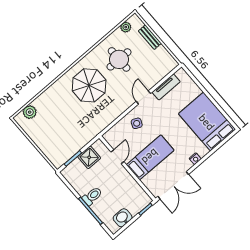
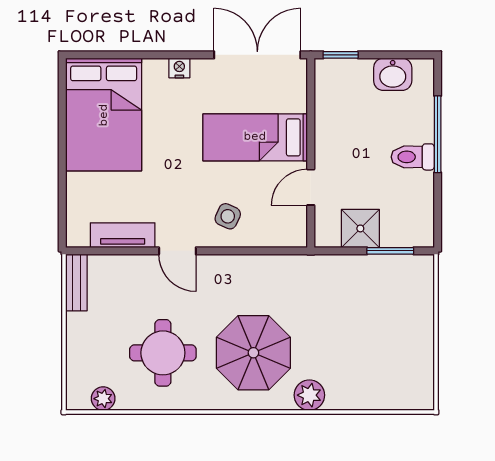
bench: (150, 37) -> (76, 282), moved
door: (143, 97) -> (177, 251), hinge flipped
plant: (30, 112) -> (309, 395), moved

